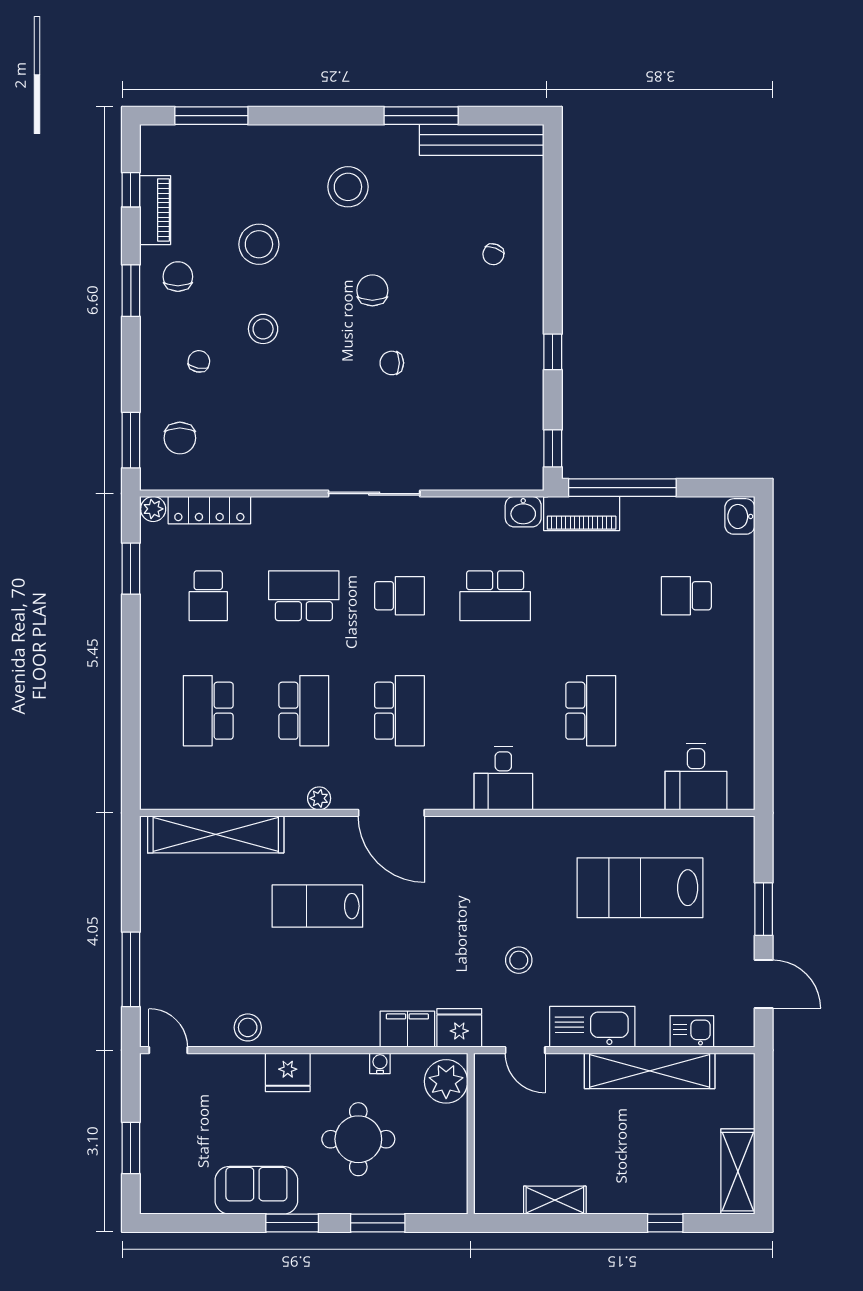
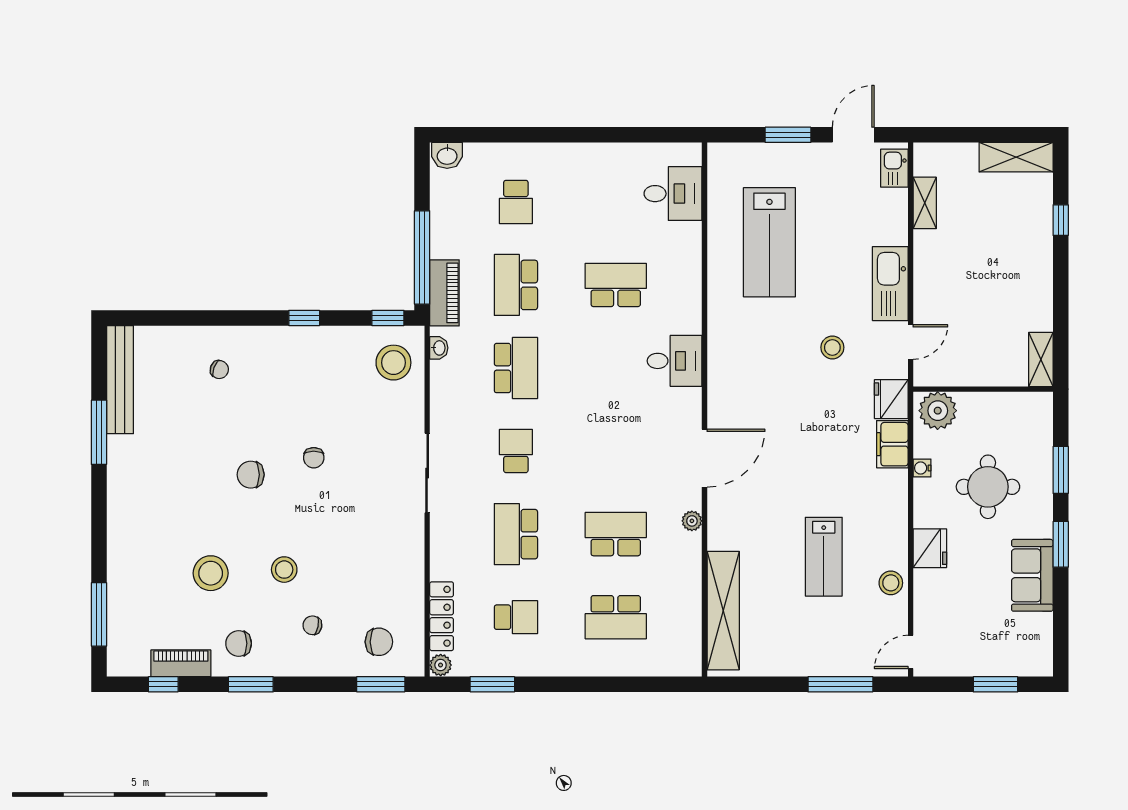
stool: (348, 187) -> (393, 363), moved
washbasin: (523, 512) -> (439, 348), width x0.72, depth x0.69
school desk: (399, 711) -> (516, 285), moved, turned -90
lab bench: (317, 906) -> (824, 557), moved
kitchen sink: (692, 1031) -> (894, 168), moved
shelving: (650, 1071) -> (925, 203), width x0.45, depth x0.75
shelving: (555, 1200) -> (1041, 360), moved

